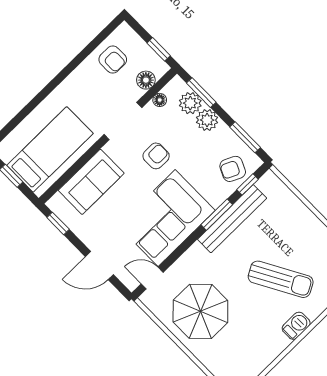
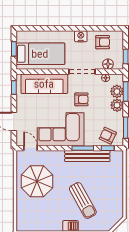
armchair: (113, 60) -> (103, 42), turned -90
nightstand: (78, 79) -> (81, 36), added
sofa: (91, 182) -> (44, 84), width x1.36

